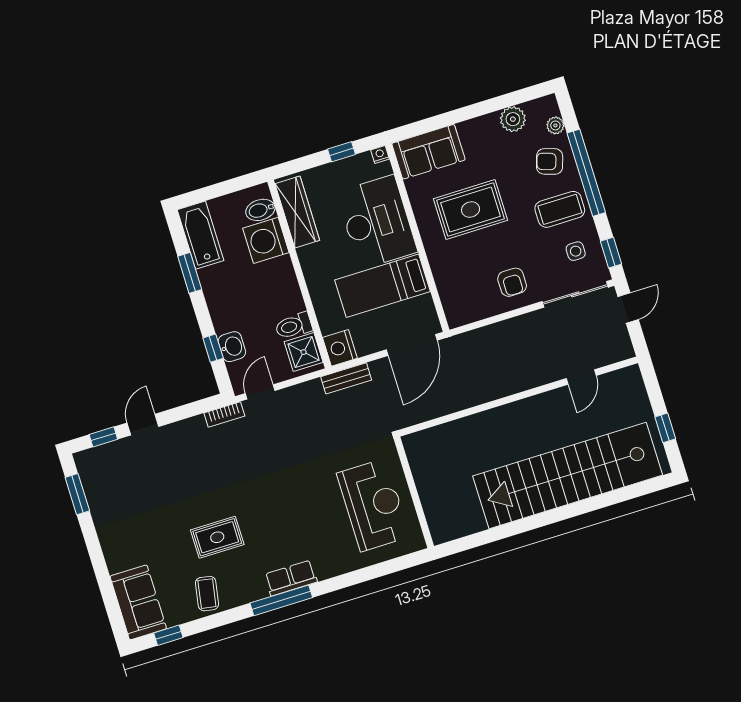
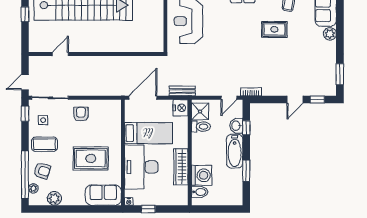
window: (586, 173) -> (25, 175), moved
wardrobe: (297, 212) -> (181, 167), moved
bathtub: (200, 235) -> (235, 151), moved
plant: (117, 560) -> (330, 34), added

